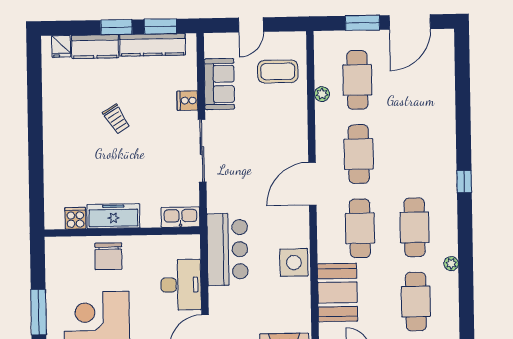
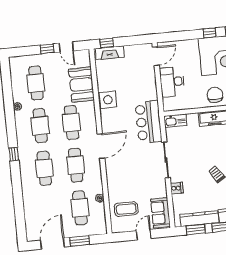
sofa: (219, 84) -> (161, 213), moved
cafe table: (413, 153) -> (44, 168), added
bar counter: (228, 249) -> (149, 122), moved

